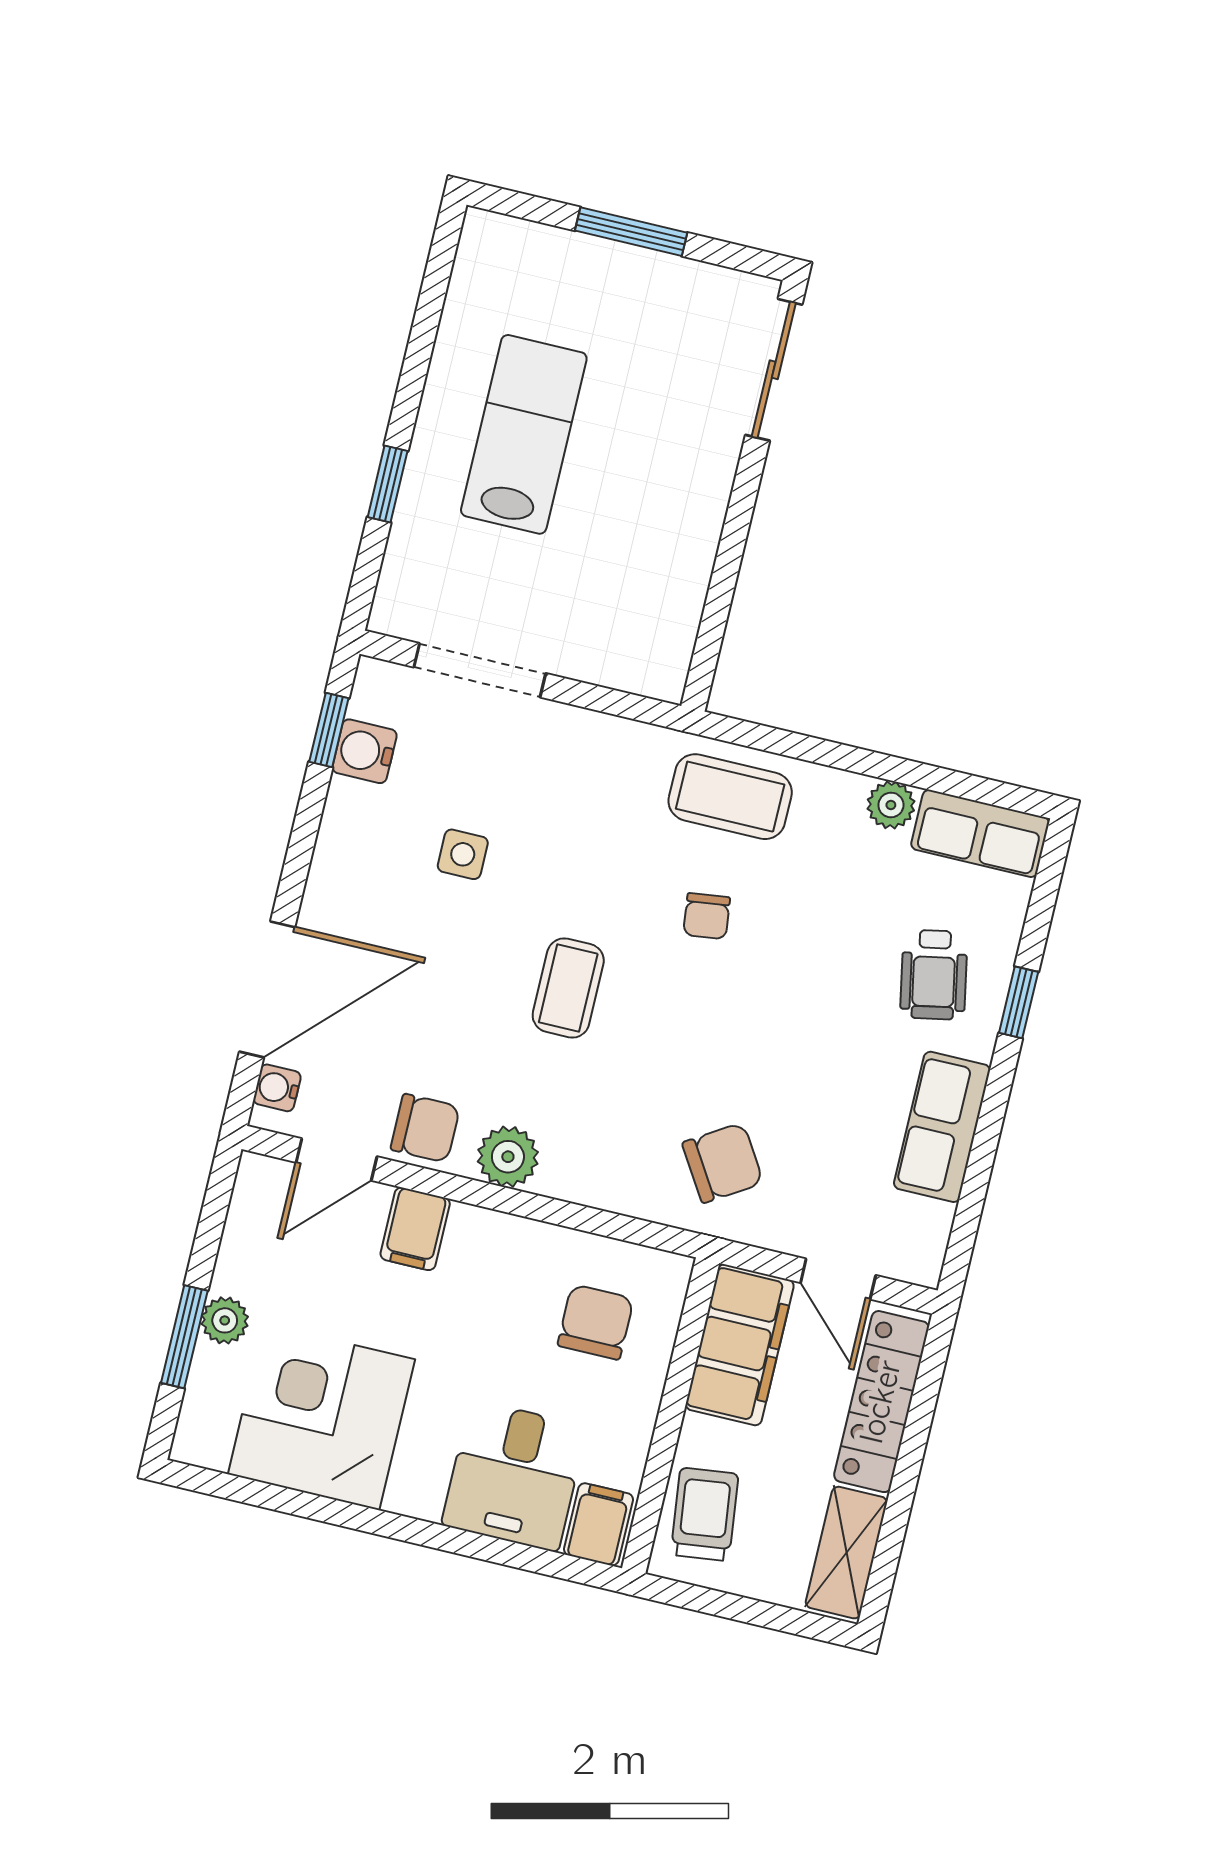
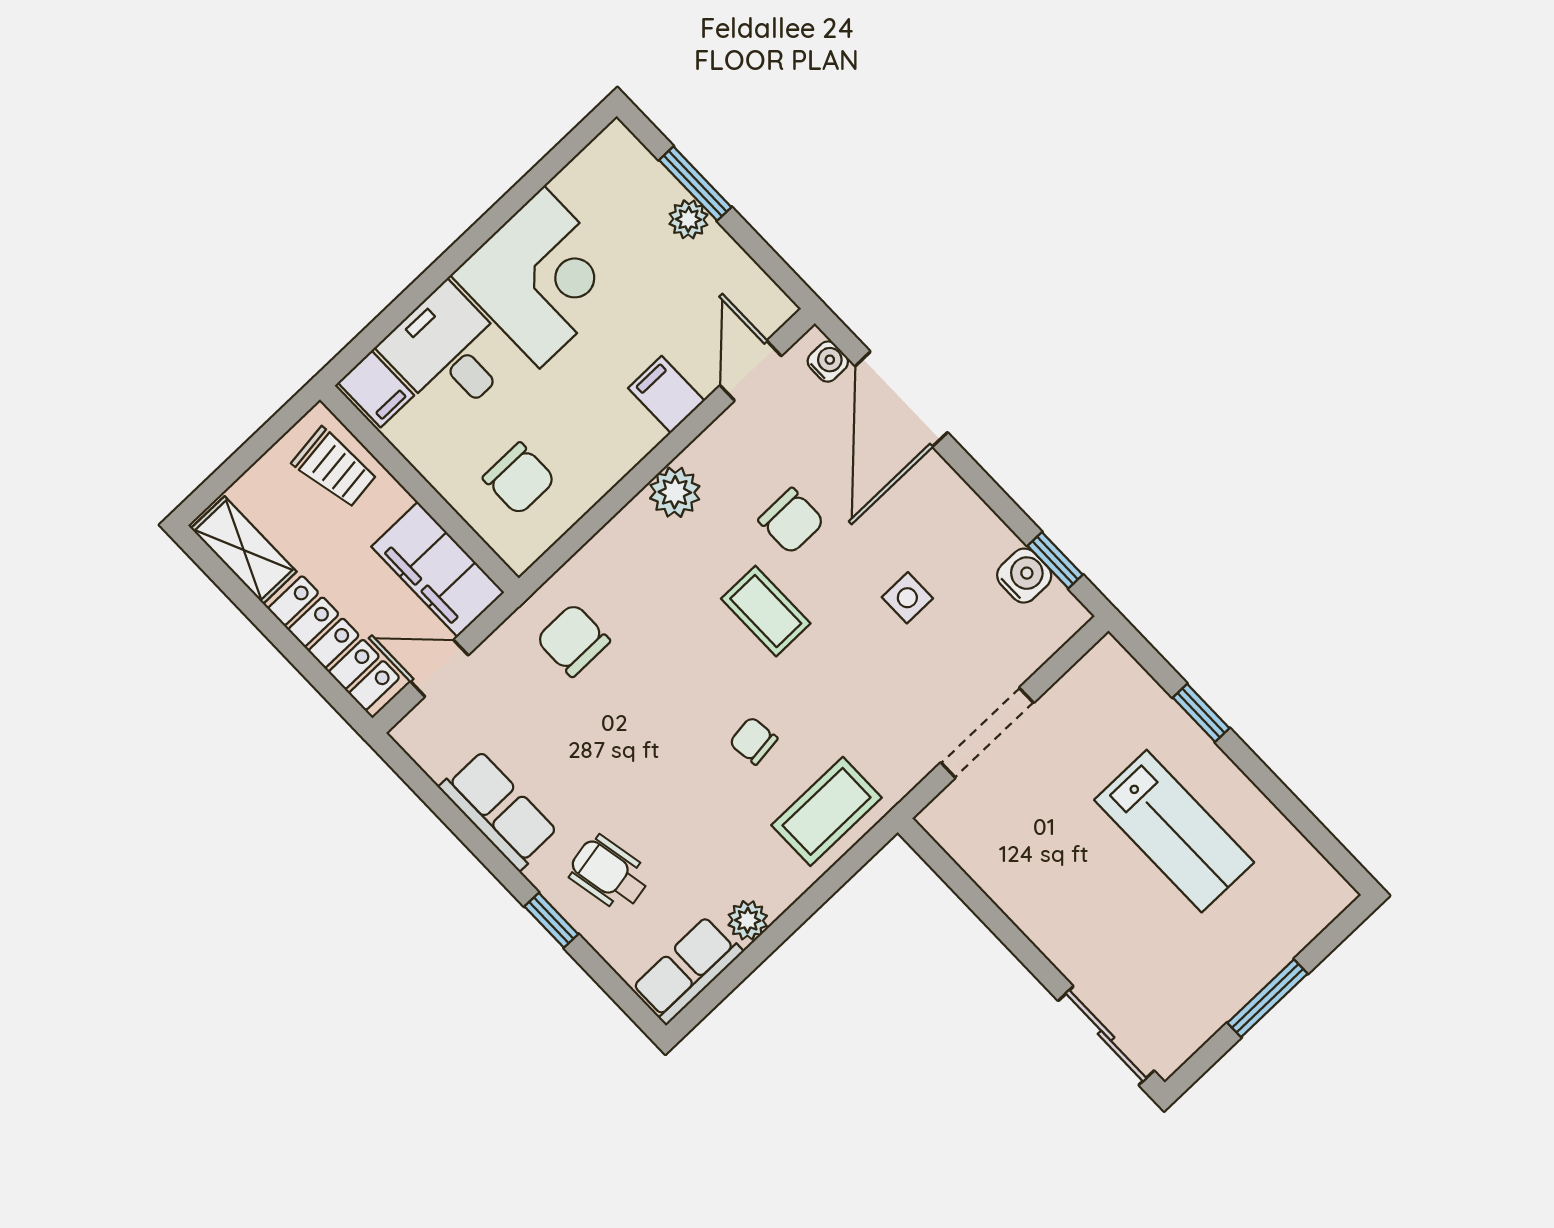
doorway: (480, 670) -> (987, 733), moved
chair: (425, 1128) -> (791, 521), moved, turned -90
chair: (723, 1163) -> (573, 640), turned 122
corner desk: (321, 1417) -> (542, 277), moved

